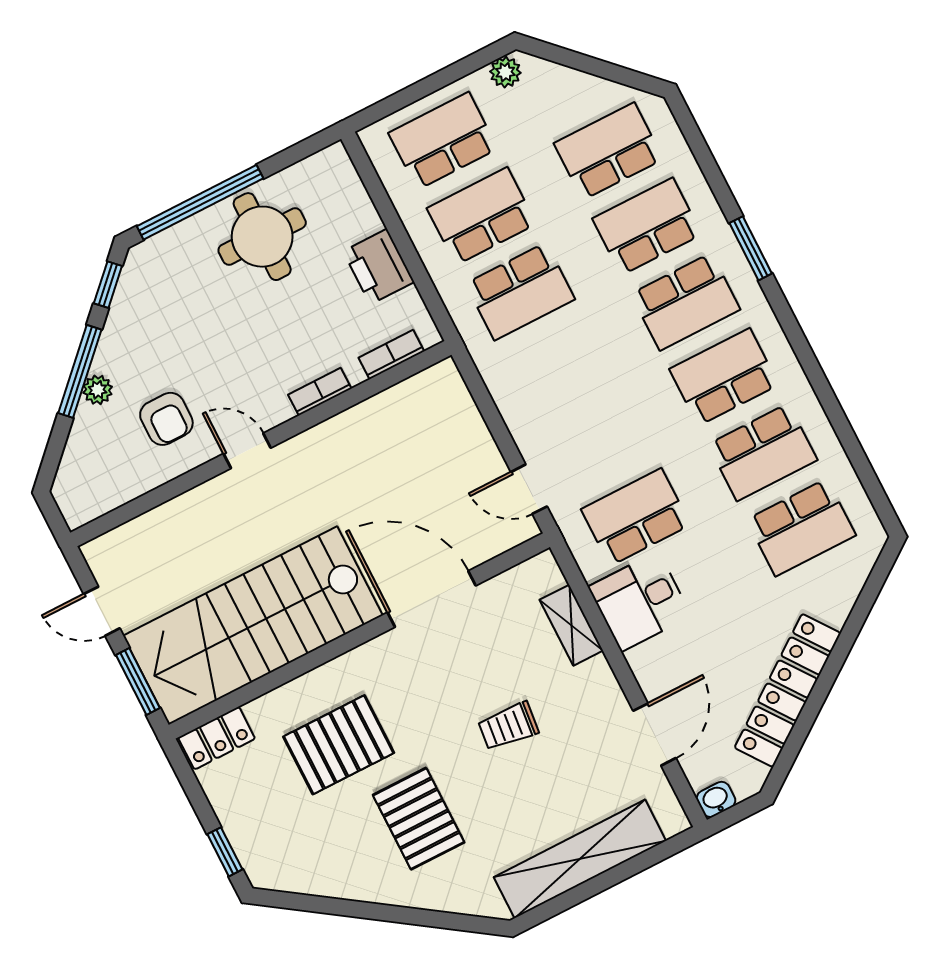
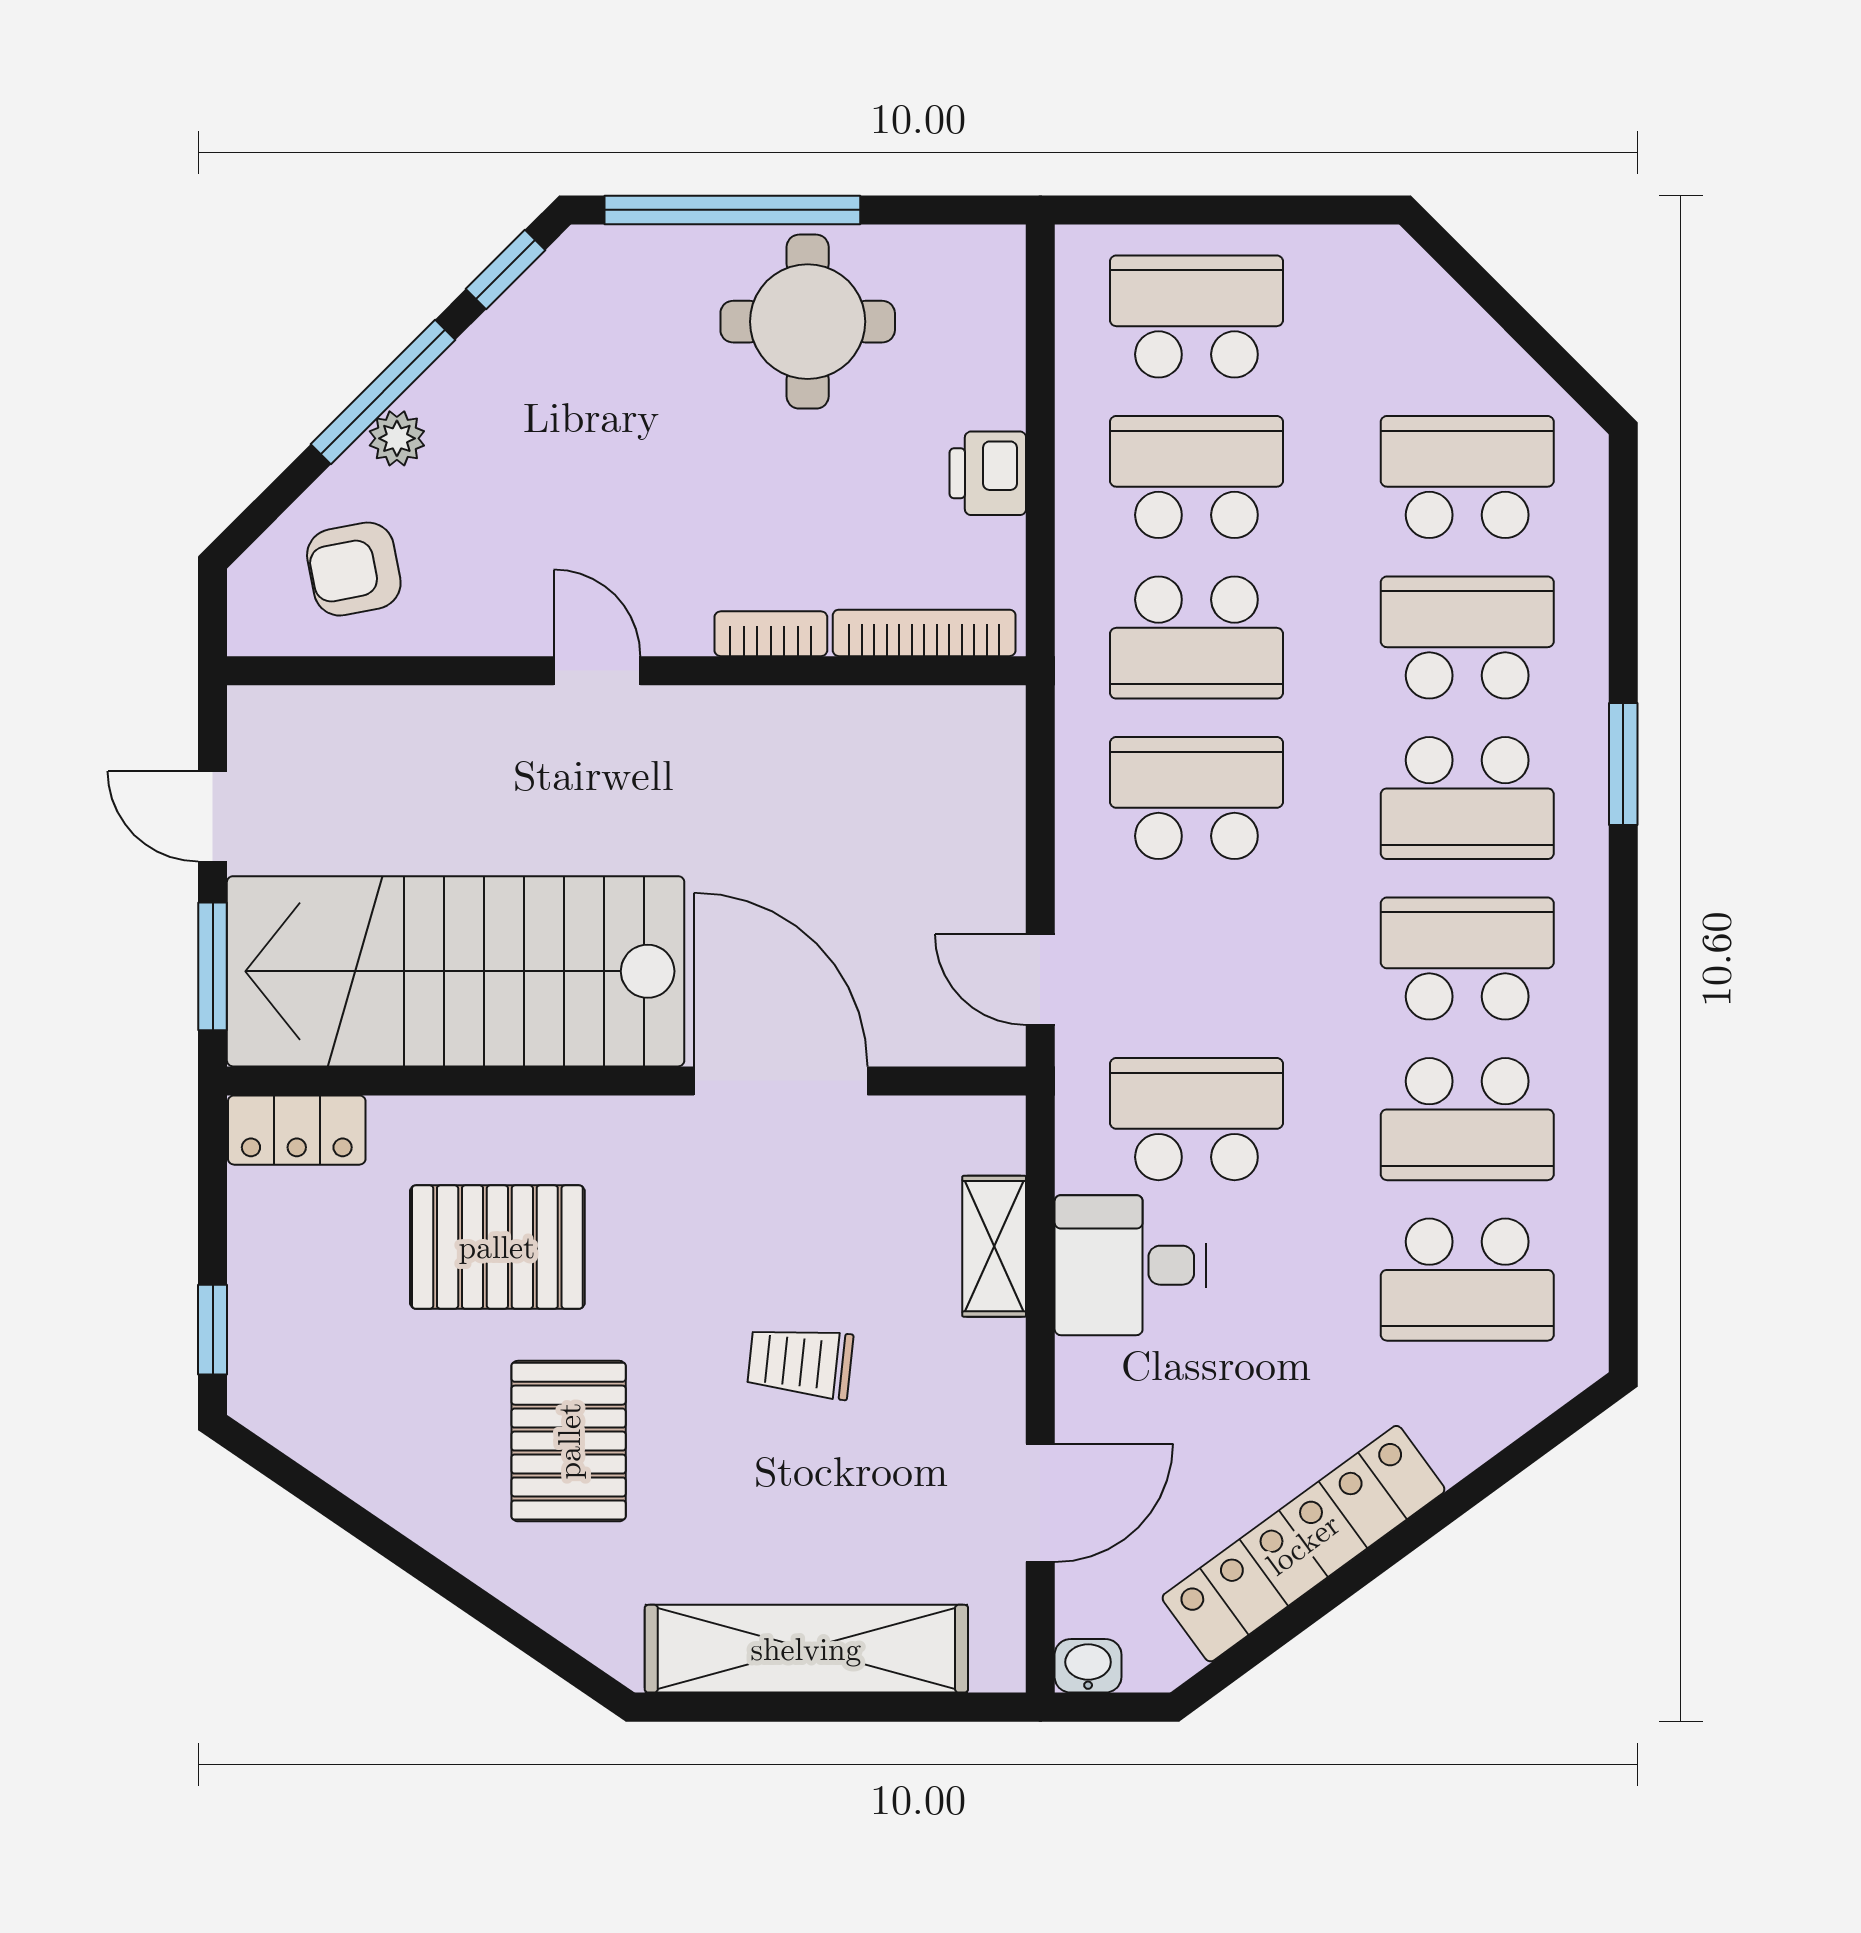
plant: (505, 72) -> (1361, 254), removed
printer: (379, 267) -> (988, 473), width x0.73, depth x0.81
bookcase: (391, 355) -> (924, 633), width x1.56
school desk: (559, 367) -> (1196, 798), added
armchair: (166, 419) -> (354, 569), moved, turned 79

